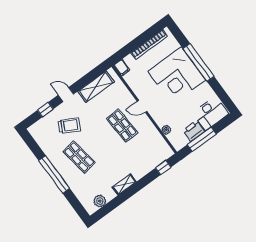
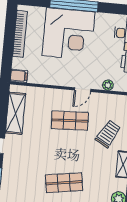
door: (142, 106) -> (83, 90), moved
trolley: (69, 126) -> (108, 134), moved

